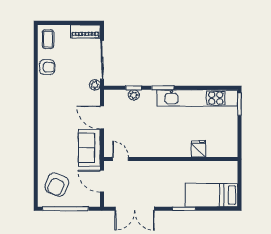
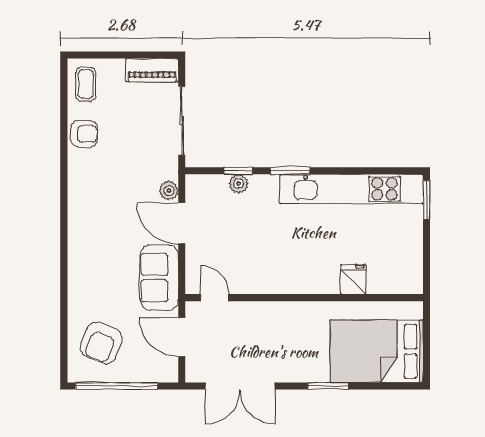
plant: (95, 85) -> (169, 191), moved
bed: (211, 195) -> (377, 351), width x1.50

